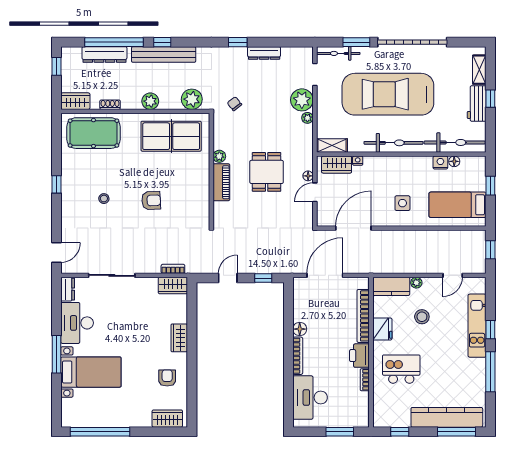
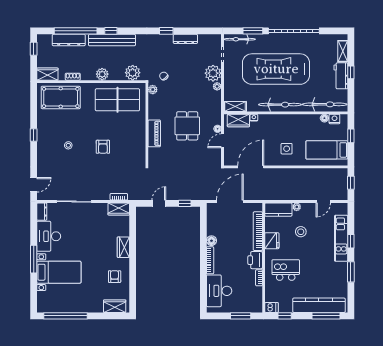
plant: (219, 156) -> (153, 90), moved
nightstand: (440, 163) -> (334, 119), moved
armchair: (151, 200) -> (103, 147), turned 93
window: (490, 372) -> (351, 272), width x0.69
dishwasher: (382, 420) -> (271, 307), added

